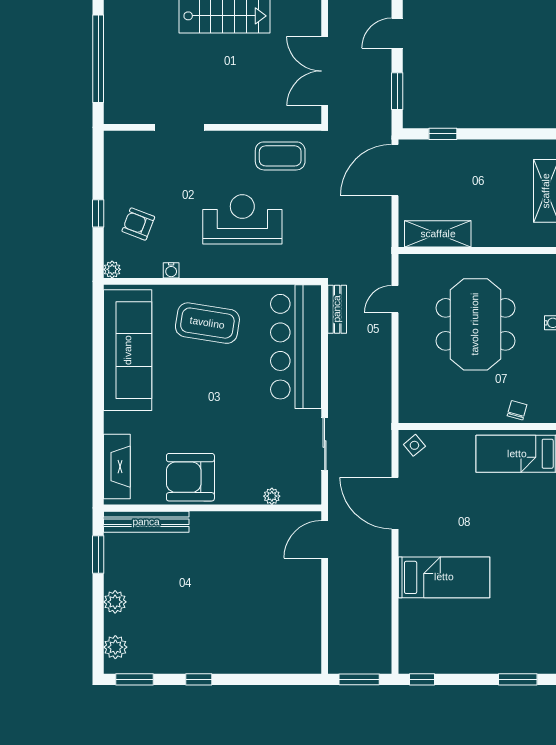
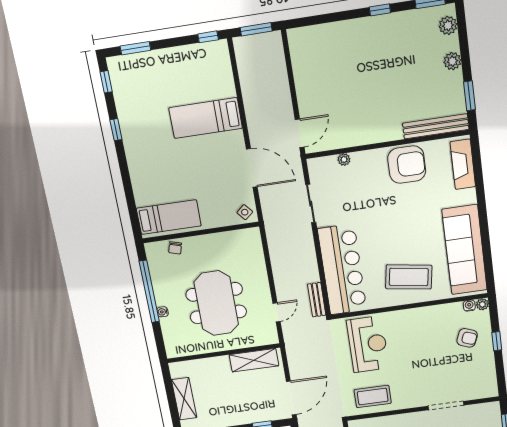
reception desk: (242, 219) -> (368, 344), moved, turned -90
water cooler: (171, 270) -> (469, 306), moved

